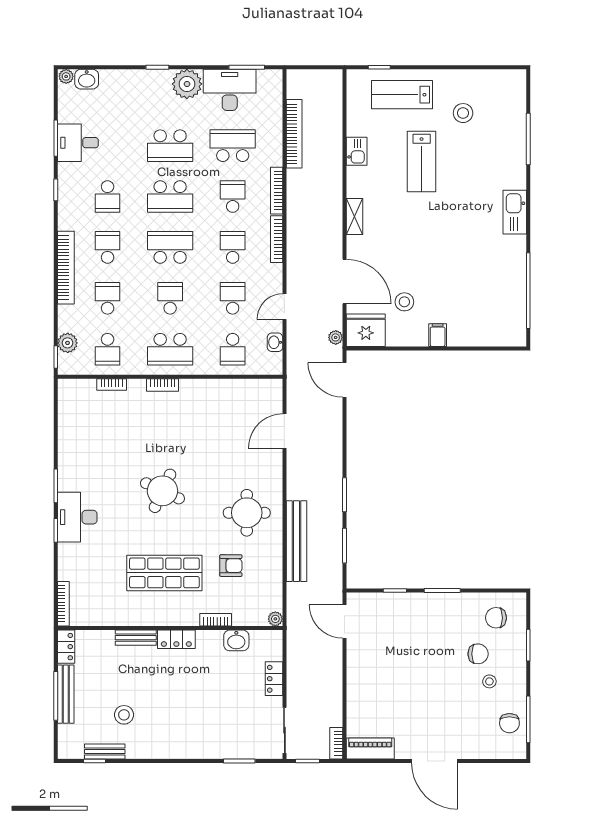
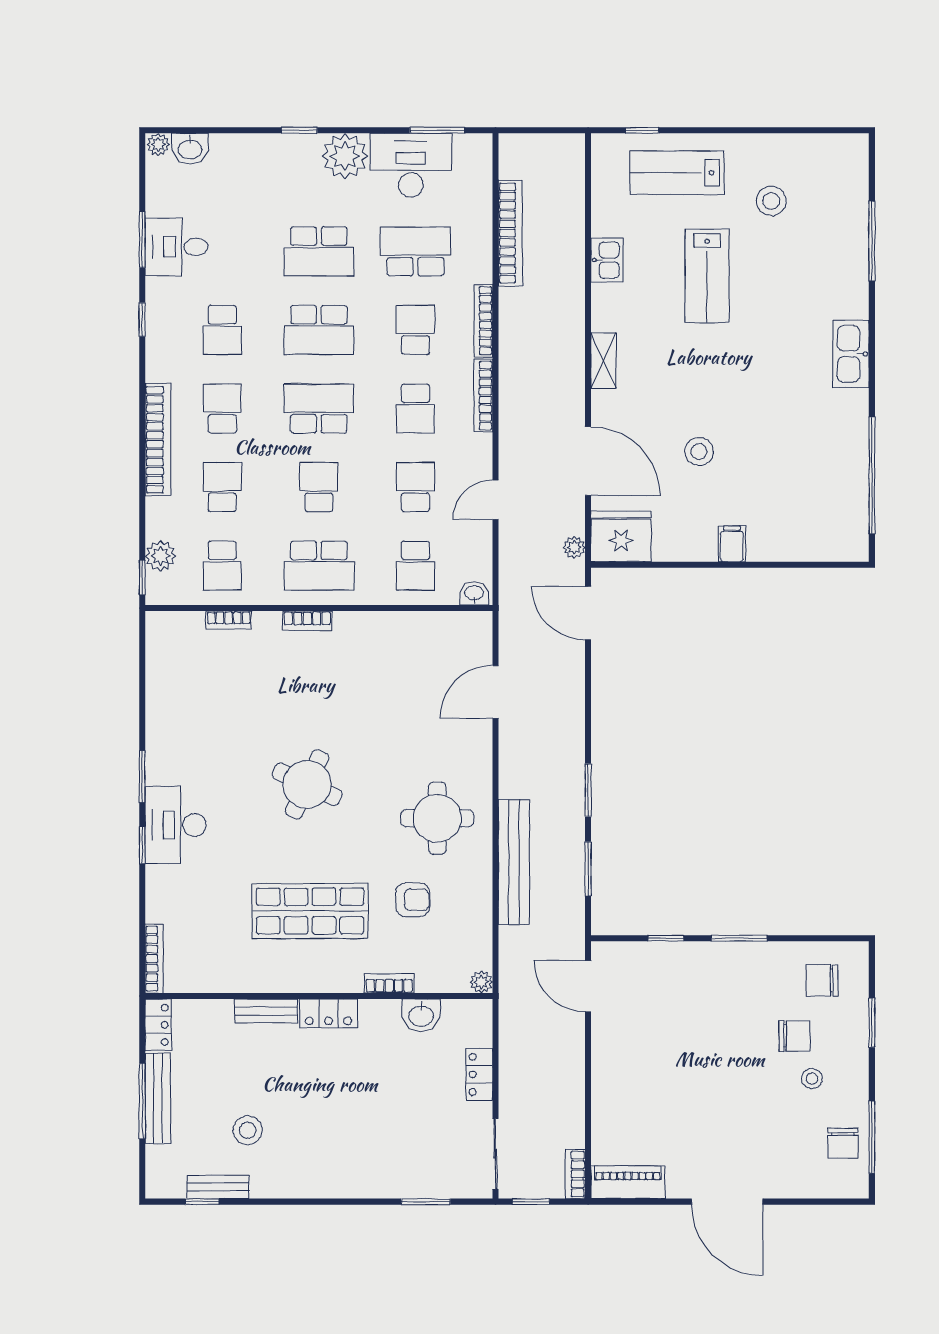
school desk: (233, 247) -> (415, 408), turned 180
stool: (404, 302) -> (699, 452), moved
washbasin: (275, 342) -> (474, 593), moved, turned 90

